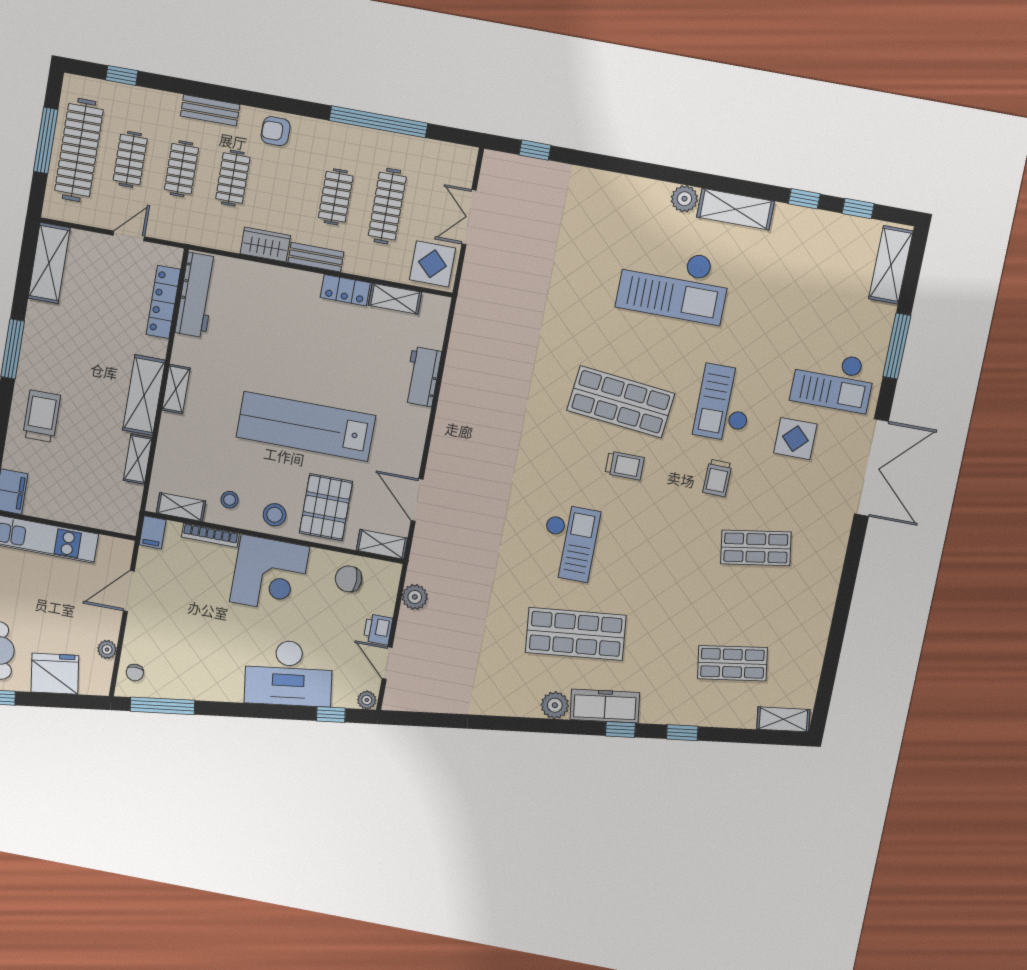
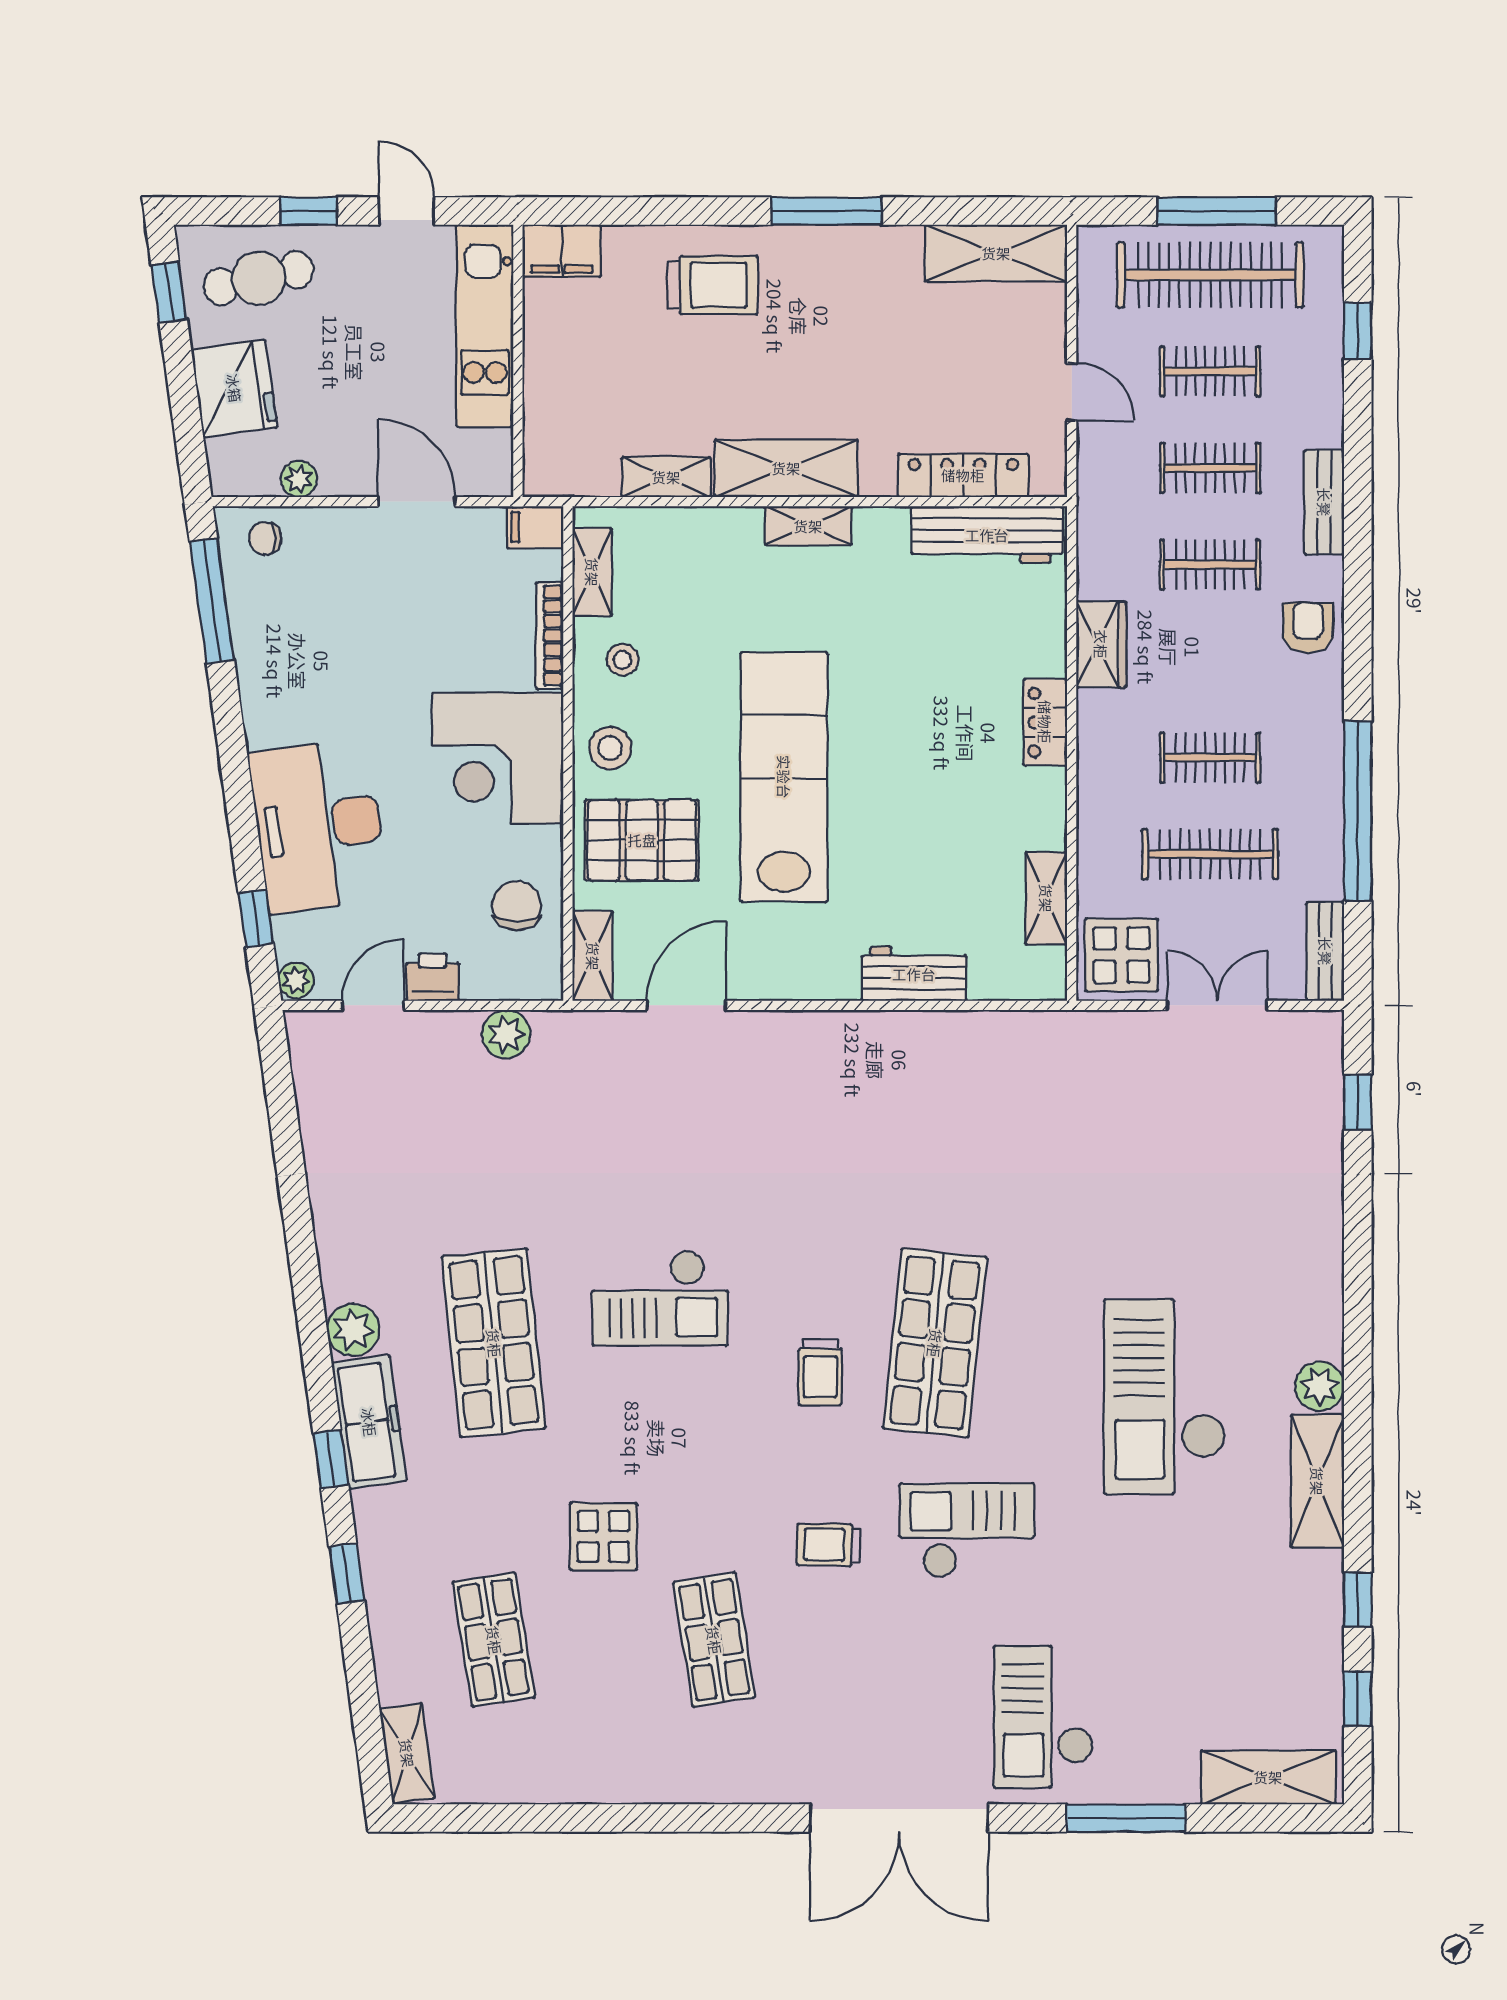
bench: (316, 257) -> (1325, 951), moved
locker: (345, 290) -> (1045, 722), moved
display table: (795, 439) -> (603, 1536), moved

